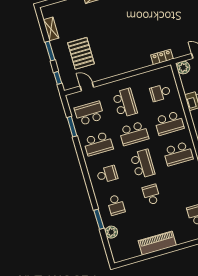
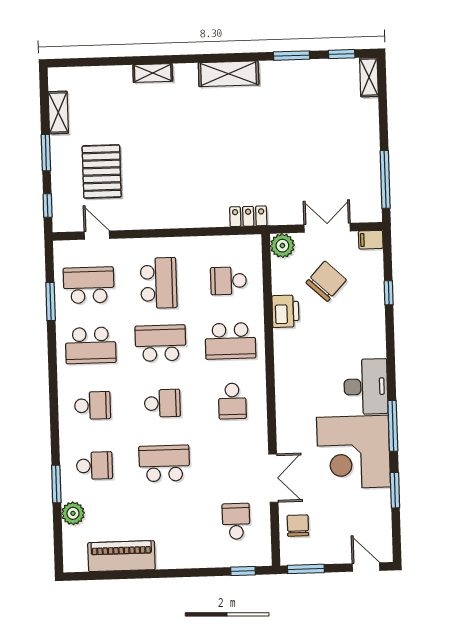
school desk: (134, 133) -> (160, 343), turned 180
school desk: (178, 154) -> (232, 401), width x0.54
school desk: (143, 164) -> (162, 403), width x0.54
school desk: (151, 195) -> (164, 463), width x1.85
school desk: (116, 205) -> (94, 466), turned -90
piano: (157, 243) -> (121, 556), moved

